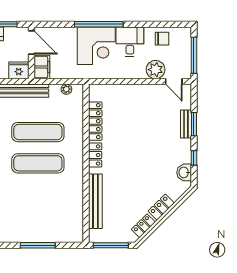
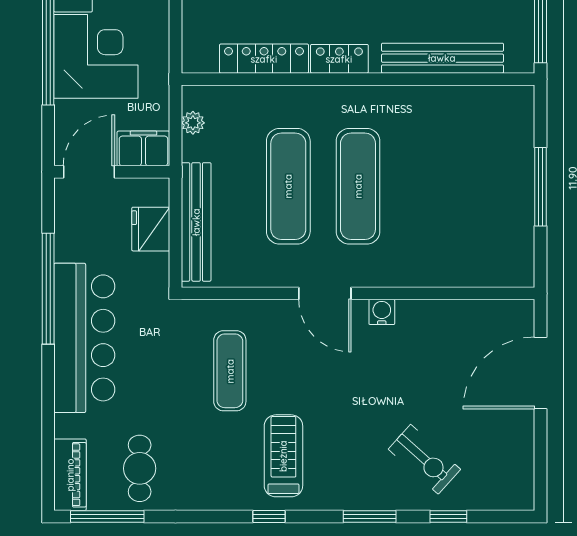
door: (31, 42) -> (89, 172), moved
wall: (31, 53) -> (112, 172), moved
filing cabinet: (42, 67) -> (143, 148), moved

